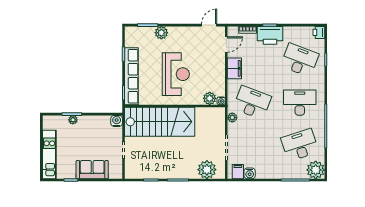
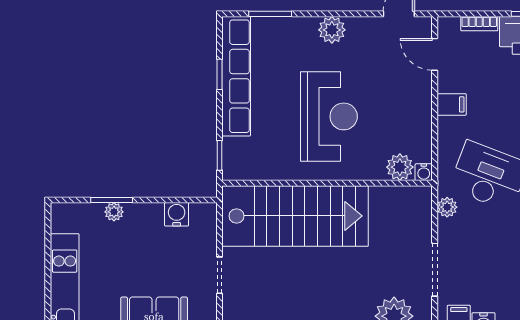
plant: (161, 33) -> (332, 30), moved
door: (226, 44) -> (435, 54), swing flipped
filing cabinet: (234, 68) -> (452, 104), width x0.50
row of seats: (131, 76) -> (236, 76), moved
water cooler: (117, 121) -> (177, 214), moved

